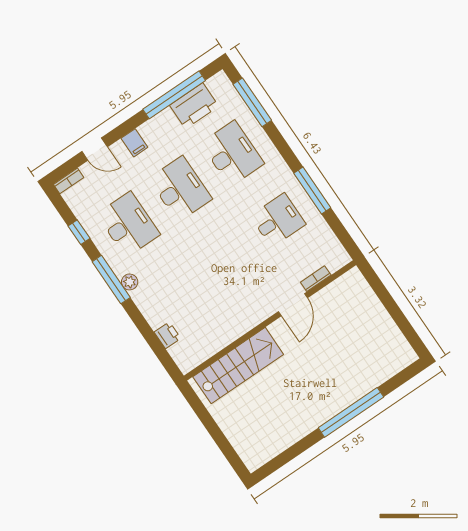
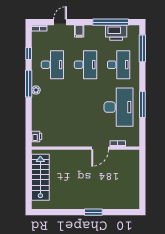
door: (95, 149) -> (60, 22), swing flipped
desk: (278, 220) -> (119, 107), width x1.87, depth x1.30
printer: (167, 335) -> (37, 136), moved
stairs: (238, 366) -> (40, 177), moved, turned -90
window: (351, 412) -> (93, 212), width x0.47

